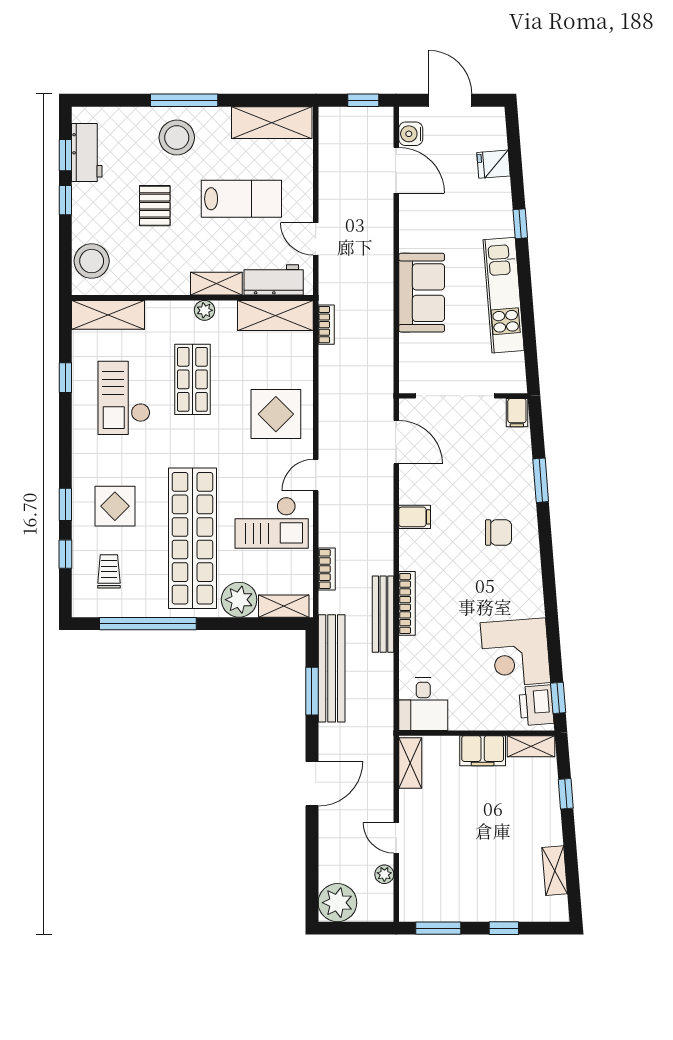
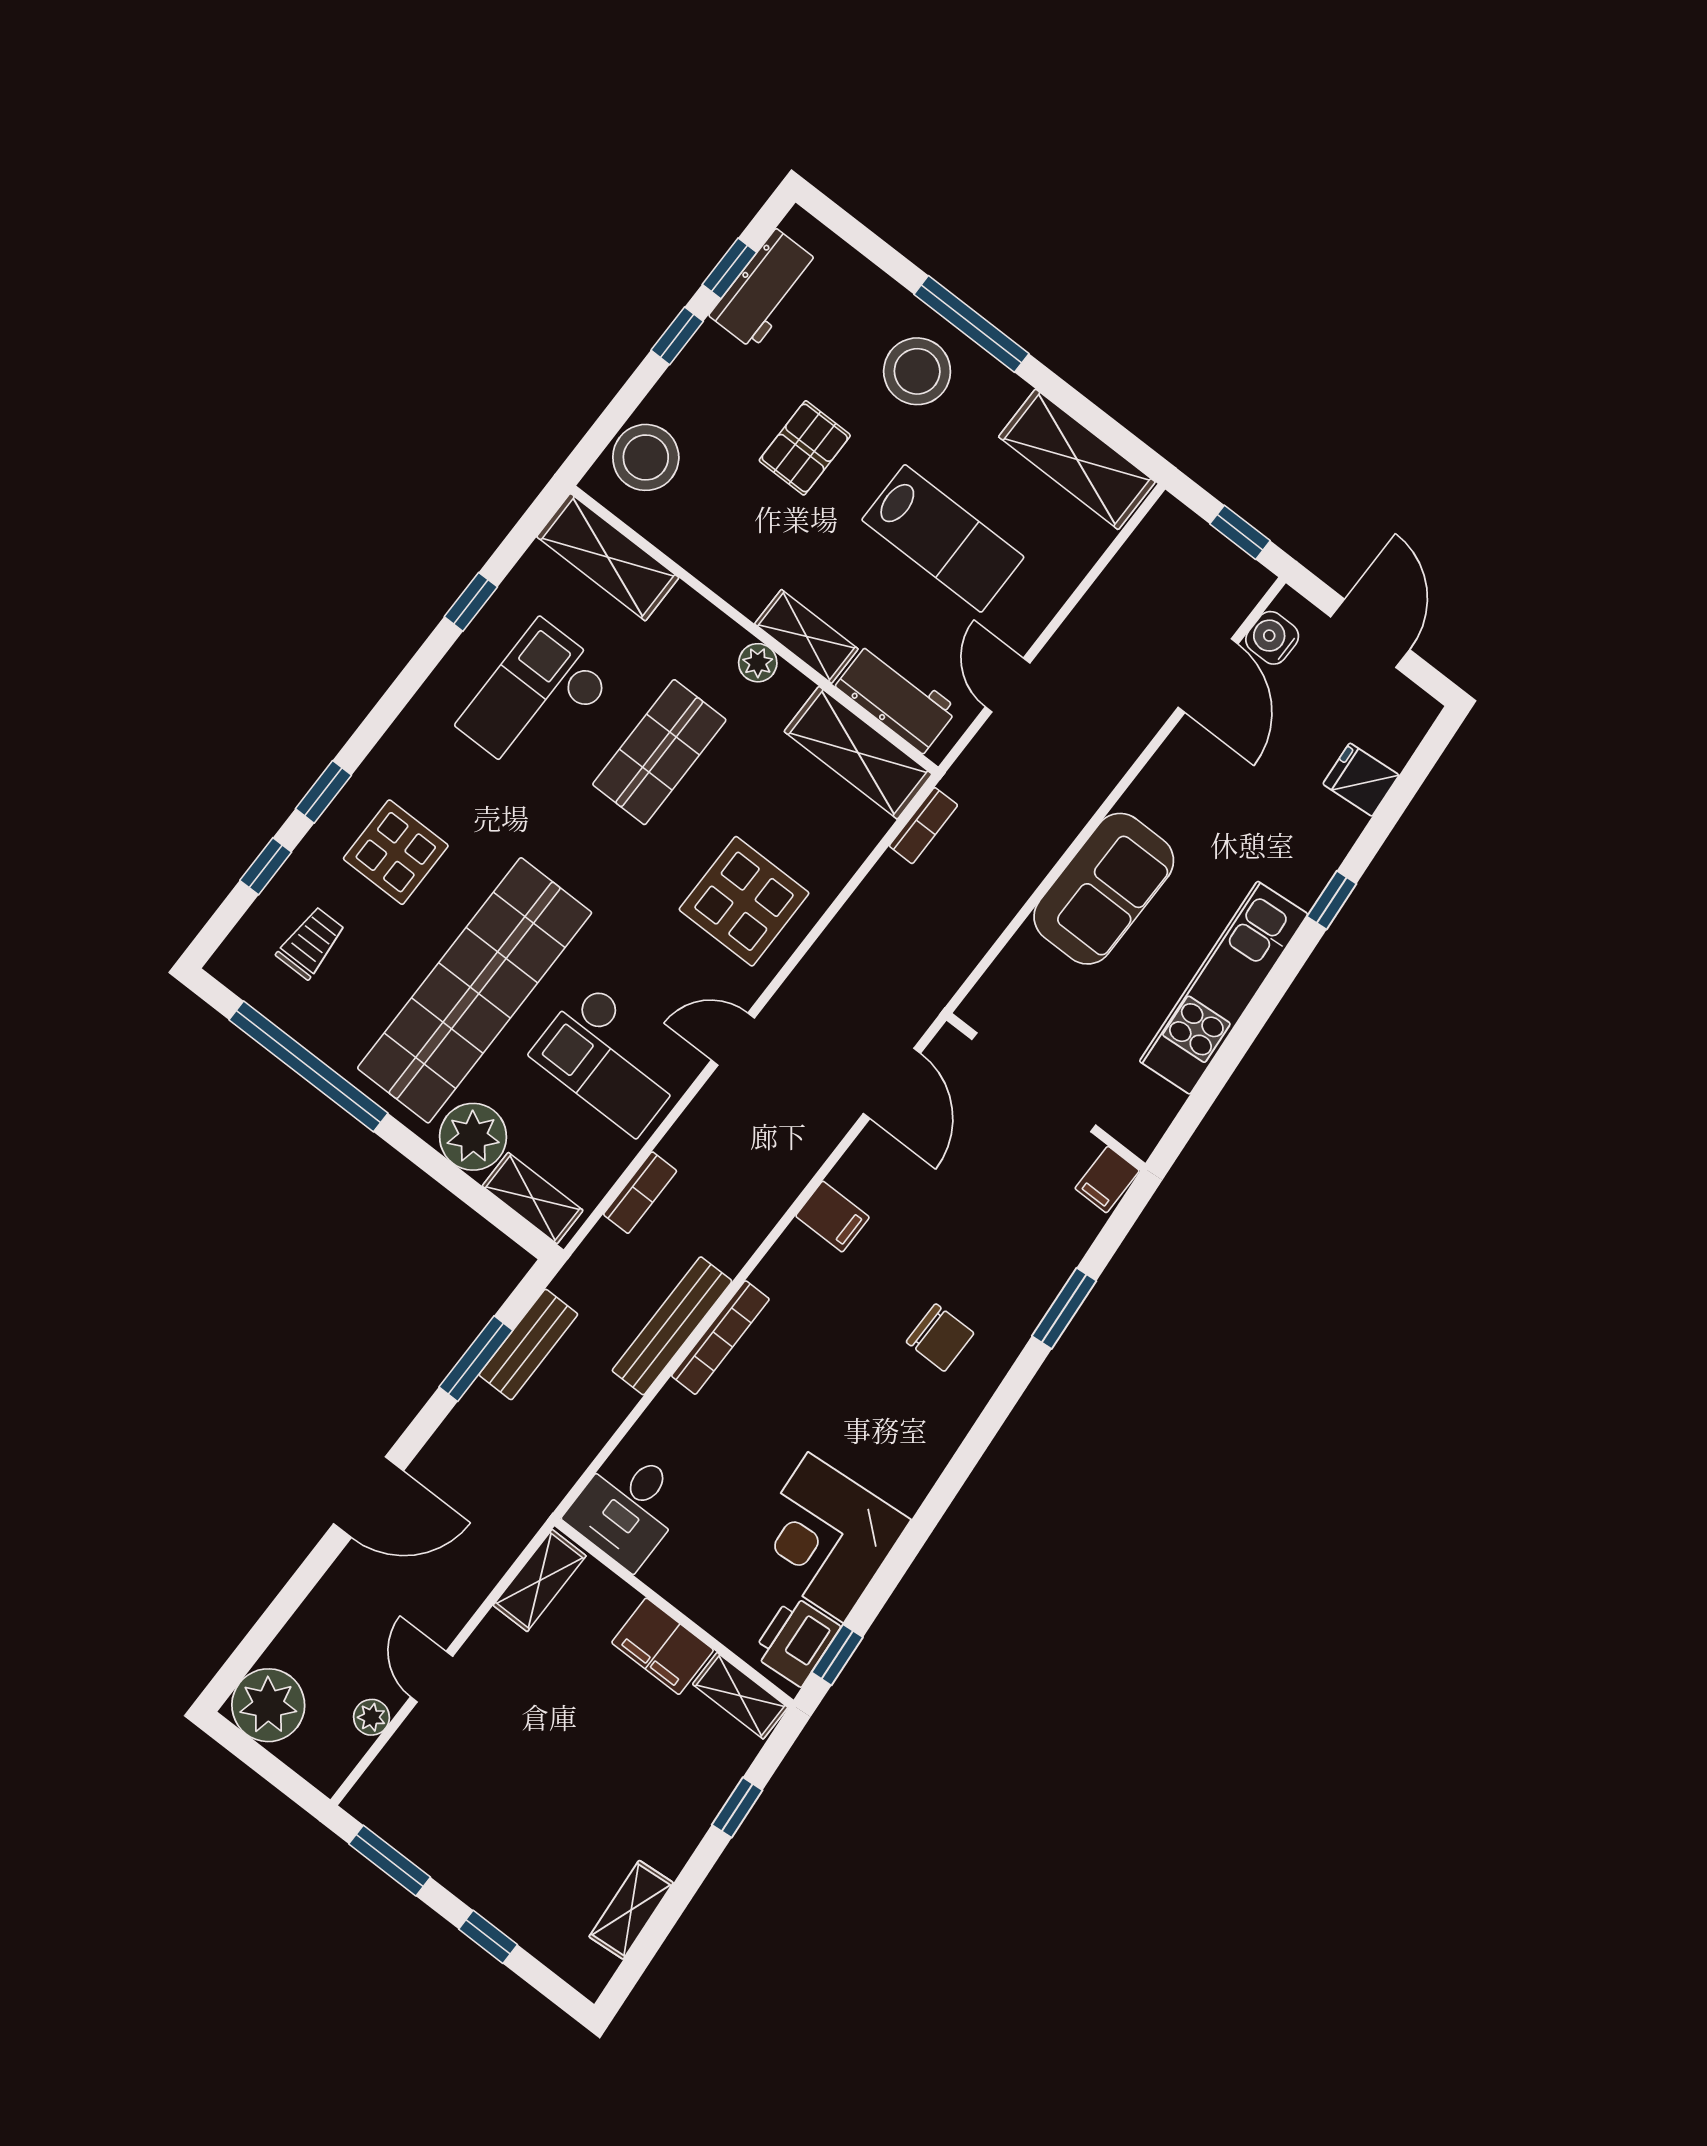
bench: (332, 668) -> (528, 1344), width x0.54, depth x0.82

